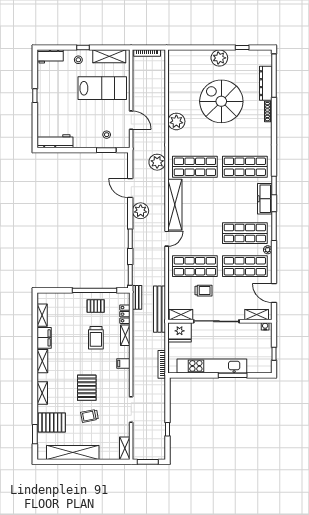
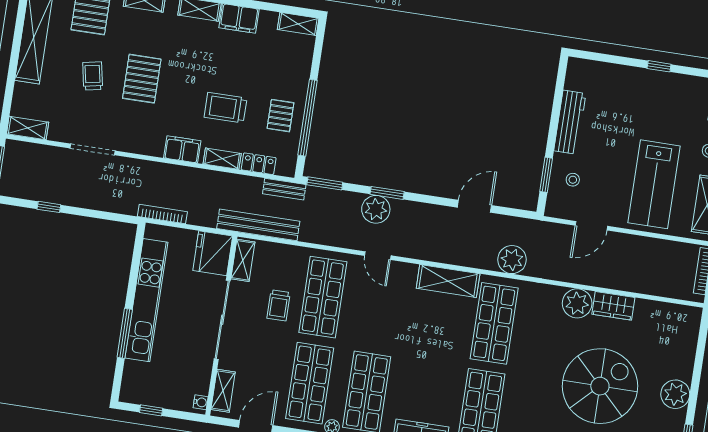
wardrobe: (175, 101) -> (613, 306), added
workbench: (55, 141) -> (570, 122), moved
shelving: (175, 205) -> (448, 281), width x0.68
plant: (141, 211) -> (376, 209), moved
shelving: (42, 315) -> (298, 24), moved
filing cabinet: (123, 364) -> (182, 149), width x2.00
pallet: (87, 388) -> (142, 79), turned 90

